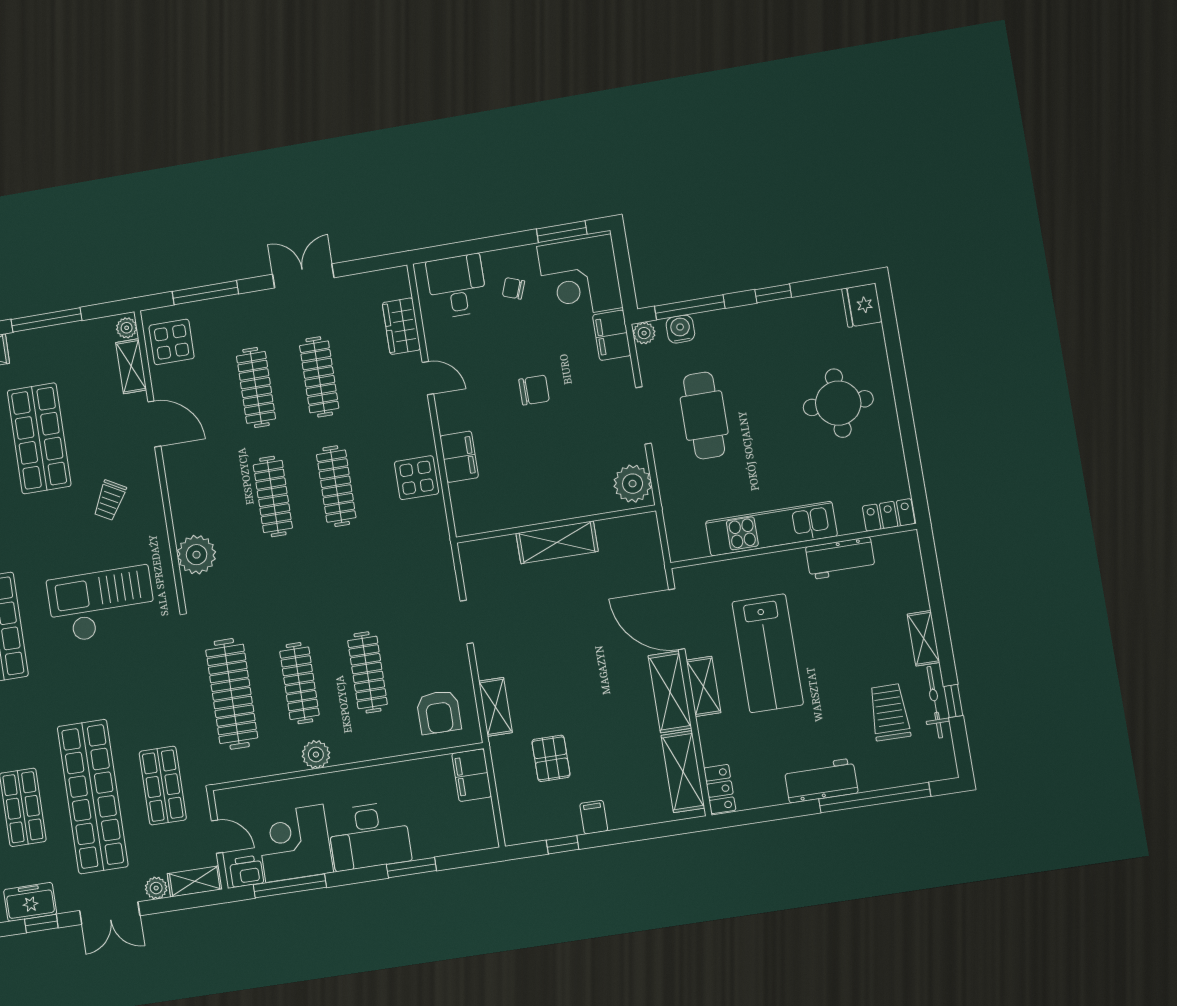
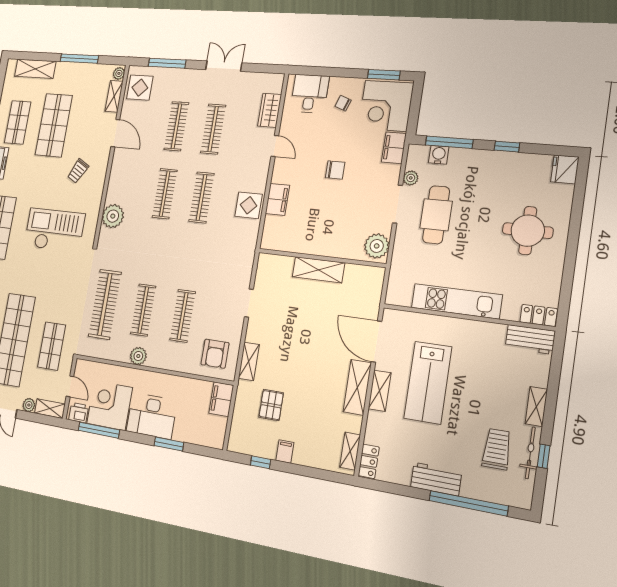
plant: (644, 333) -> (411, 178), moved
workbench: (840, 558) -> (530, 339), moved
shelving: (683, 772) -> (350, 451), width x0.67, depth x0.75

